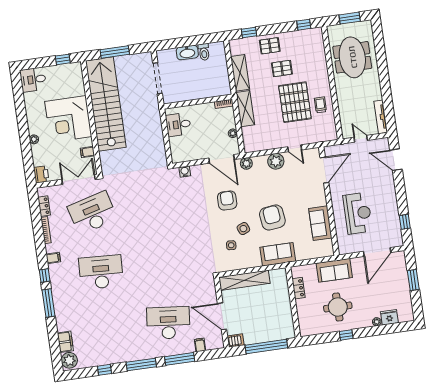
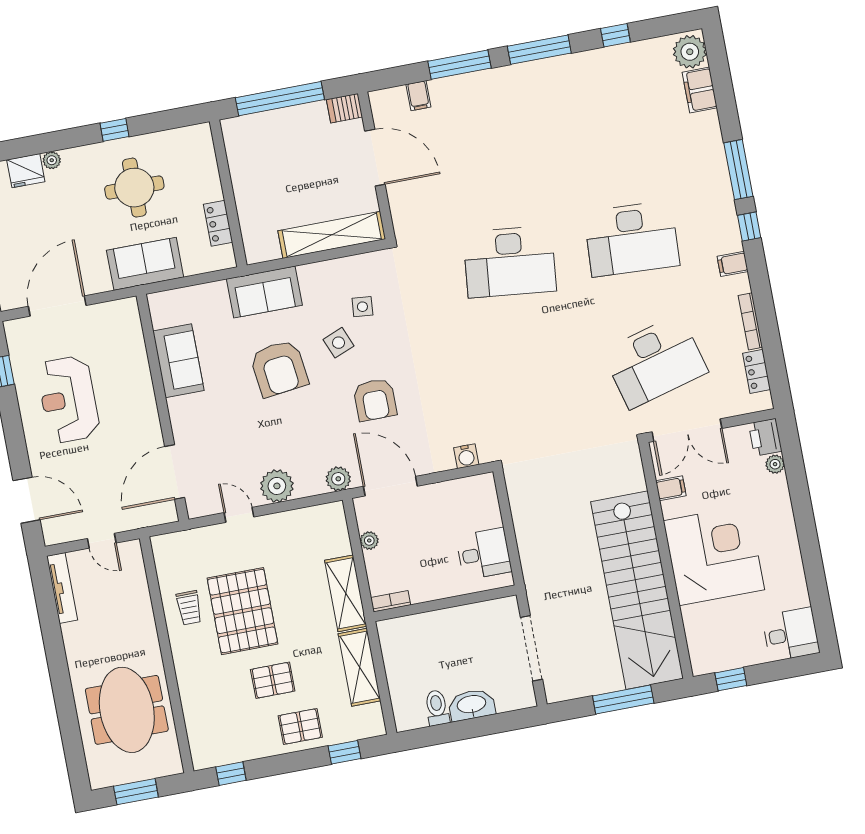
plant: (34, 139) -> (775, 464), moved
reception desk: (358, 213) -> (68, 399), moved
desk: (168, 323) -> (510, 262), moved

